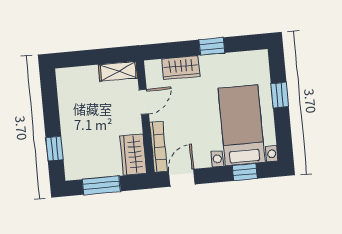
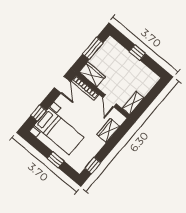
window: (212, 46) -> (93, 165), moved
window: (54, 149) -> (137, 53), moved

